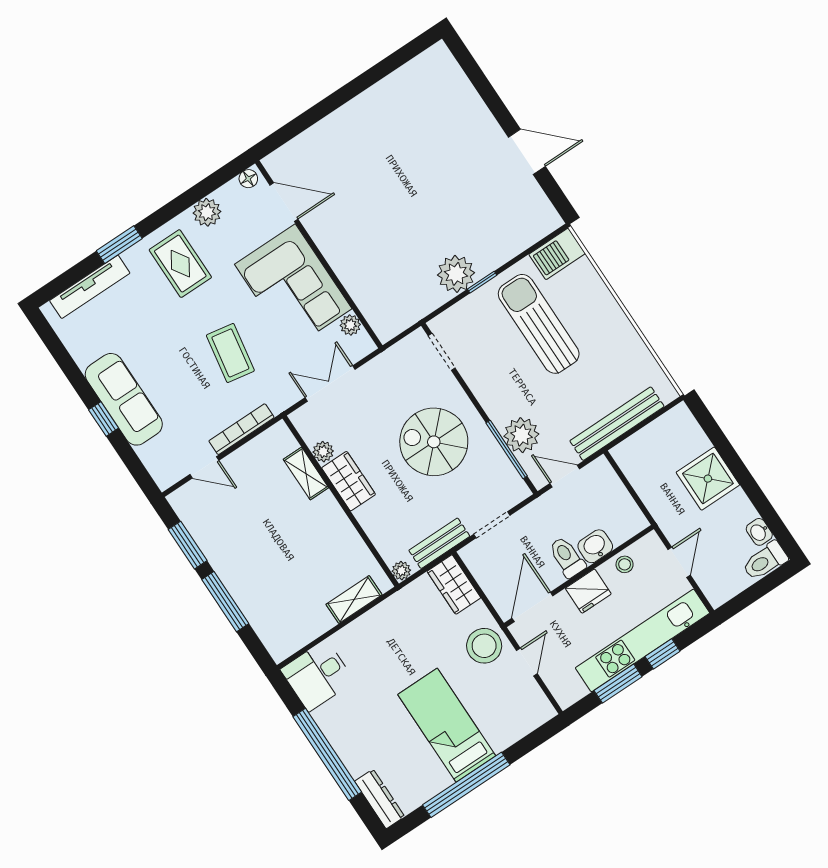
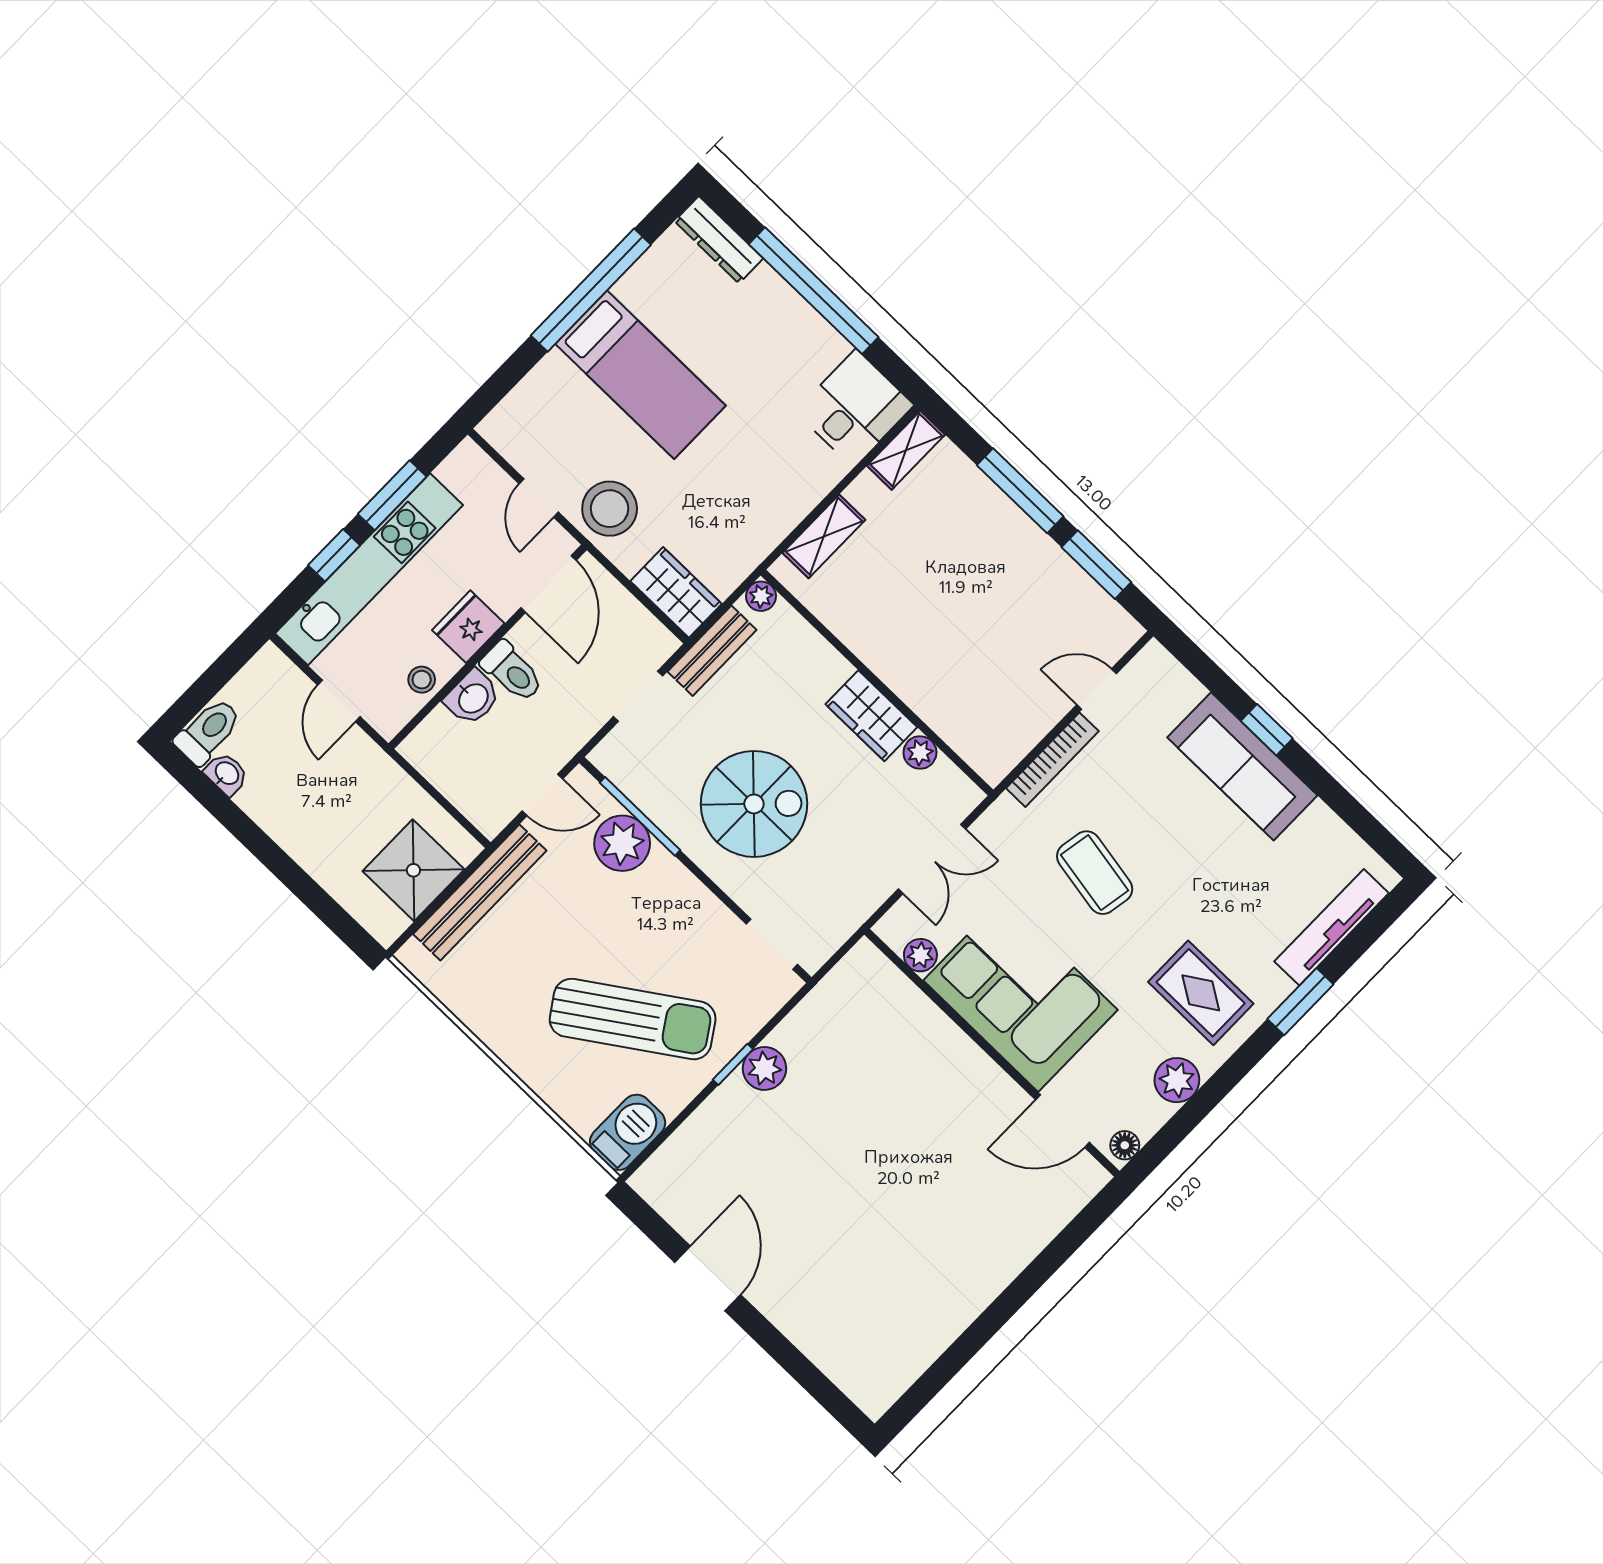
door: (527, 152) -> (708, 1278), swing flipped
plant: (456, 274) -> (764, 1068), width x0.73, depth x0.73
sun lounger: (539, 324) -> (633, 1019), turned -34
shelving: (306, 474) -> (906, 450), moved, turned 90
shower: (708, 479) -> (413, 870), moved

